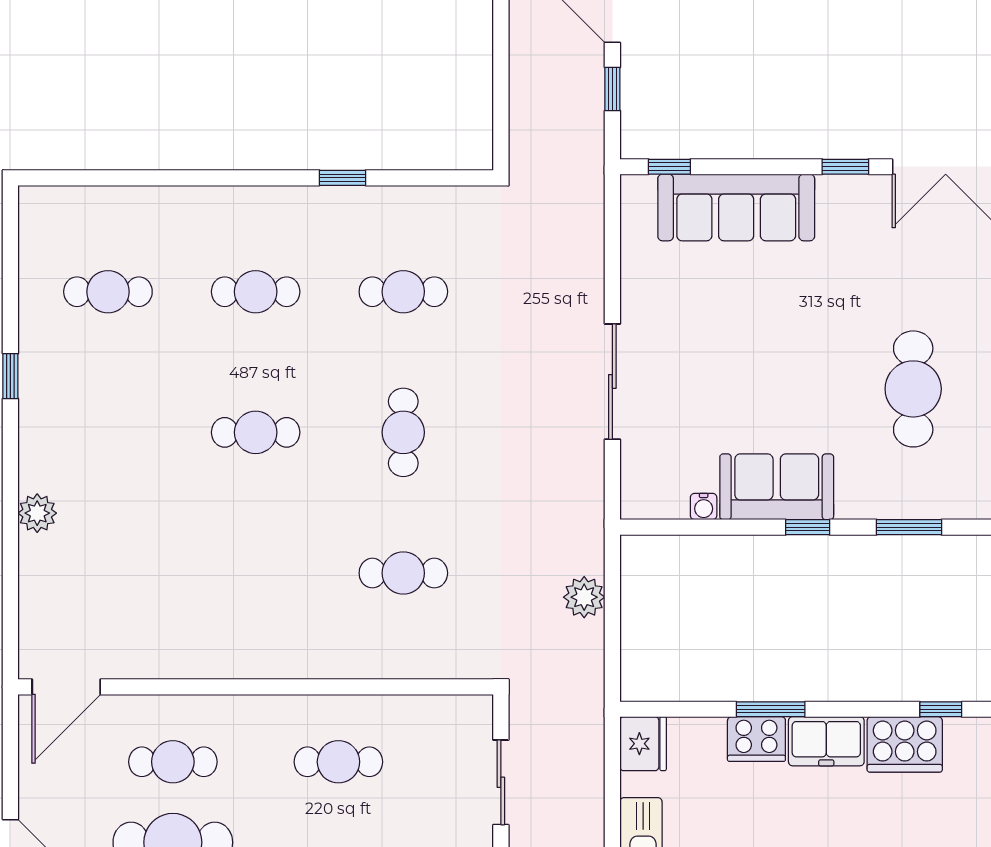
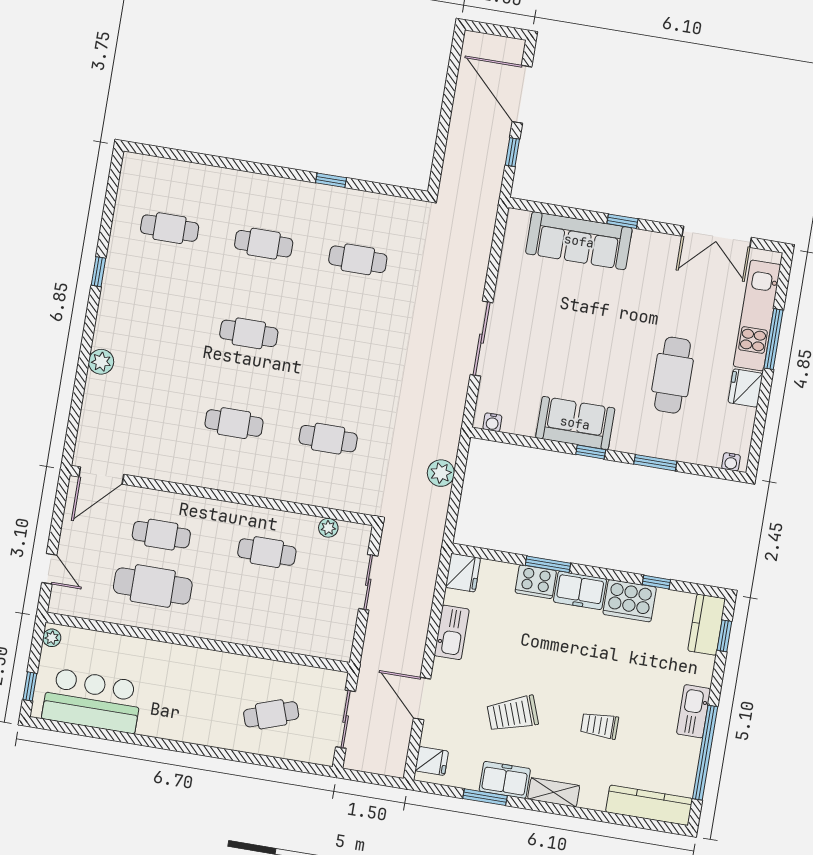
window: (669, 167) -> (541, 208), removed
window: (845, 167) -> (622, 221), moved
cafe table: (403, 432) -> (234, 423), moved, turned 90
water cooler: (704, 507) -> (492, 422), moved
plant: (426, 709) -> (328, 528), added

